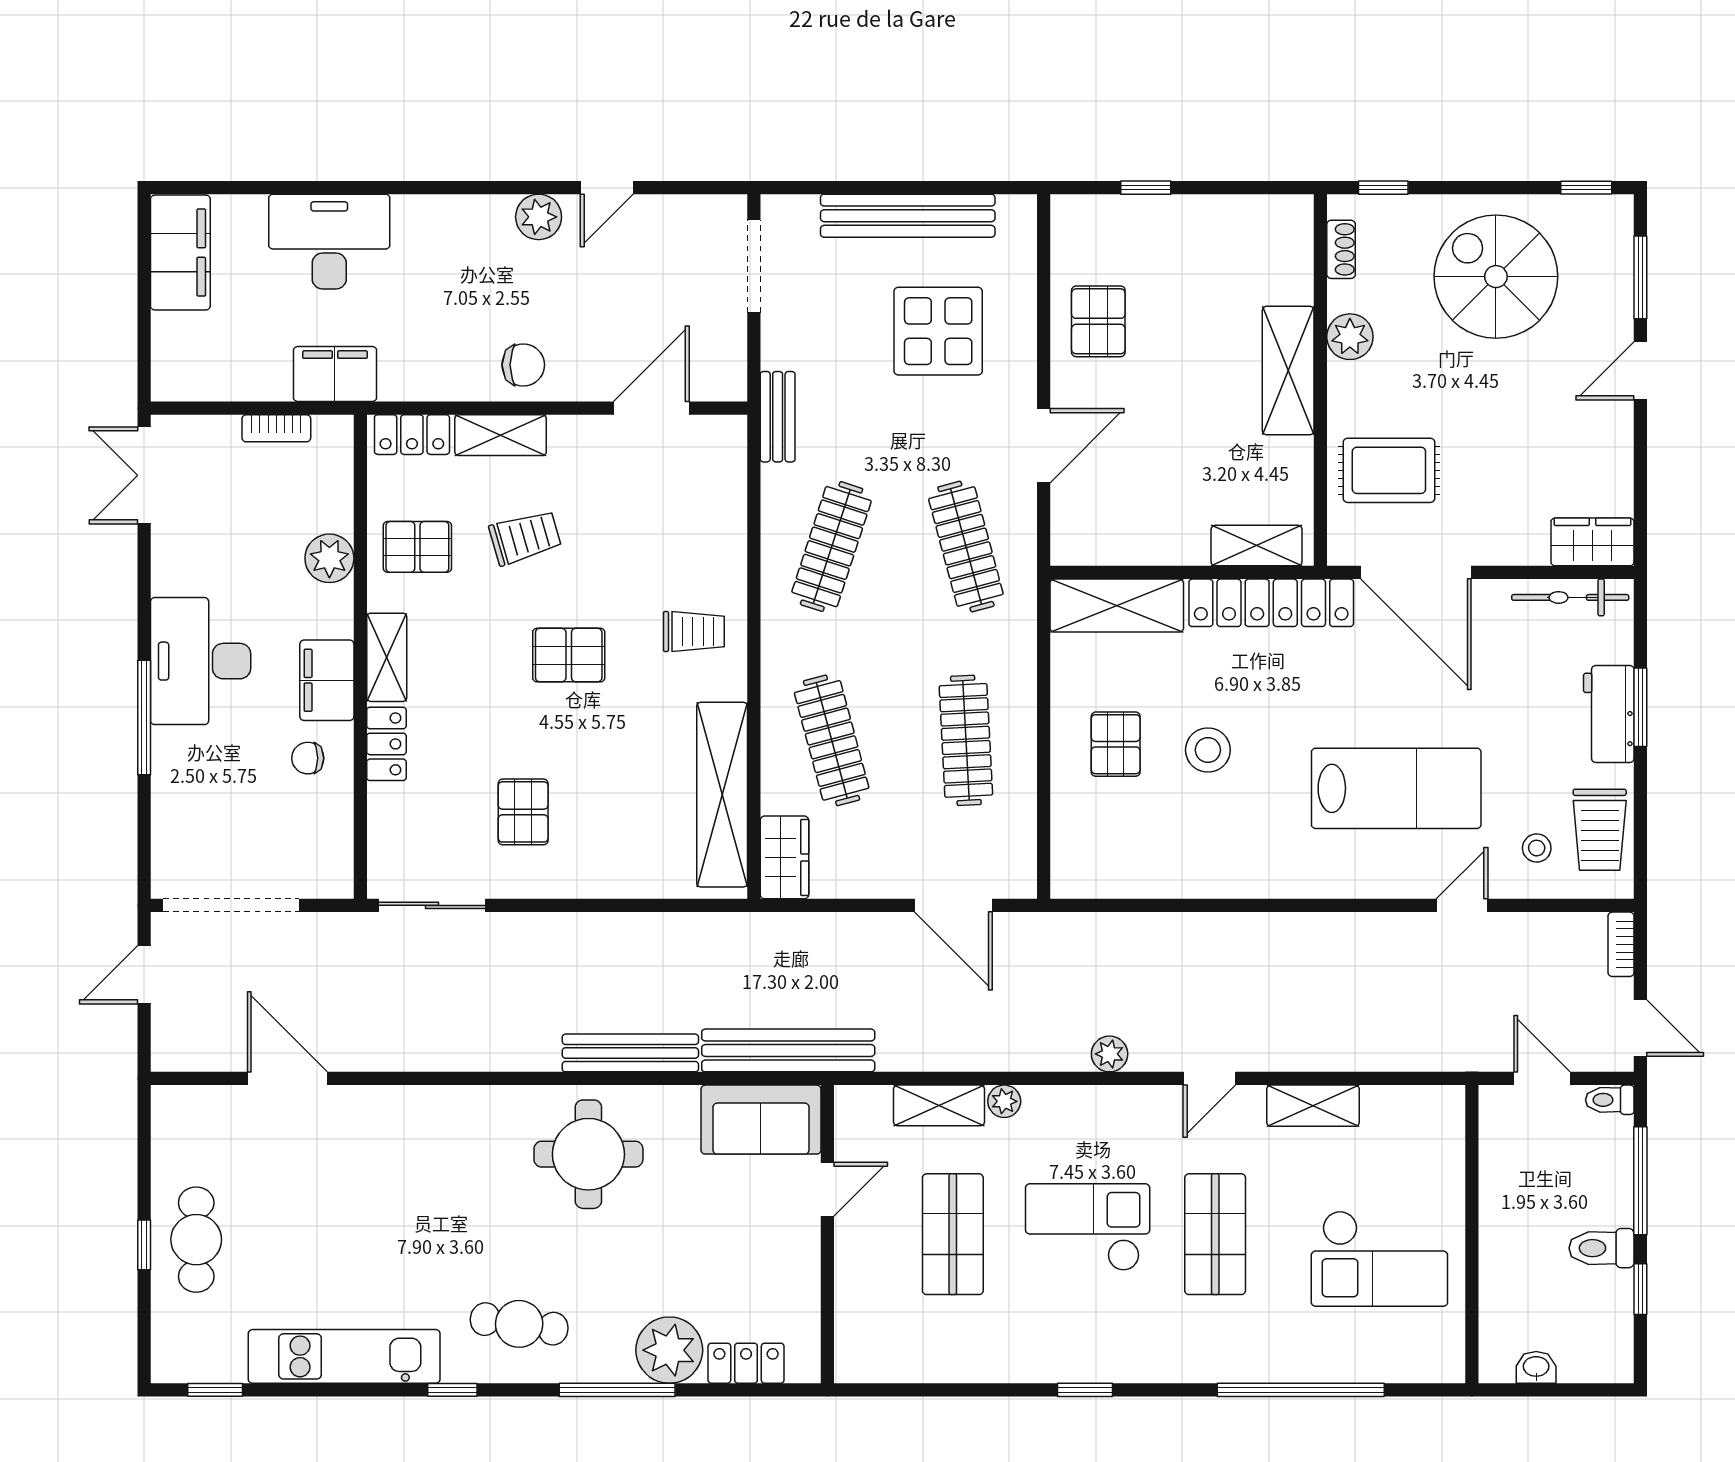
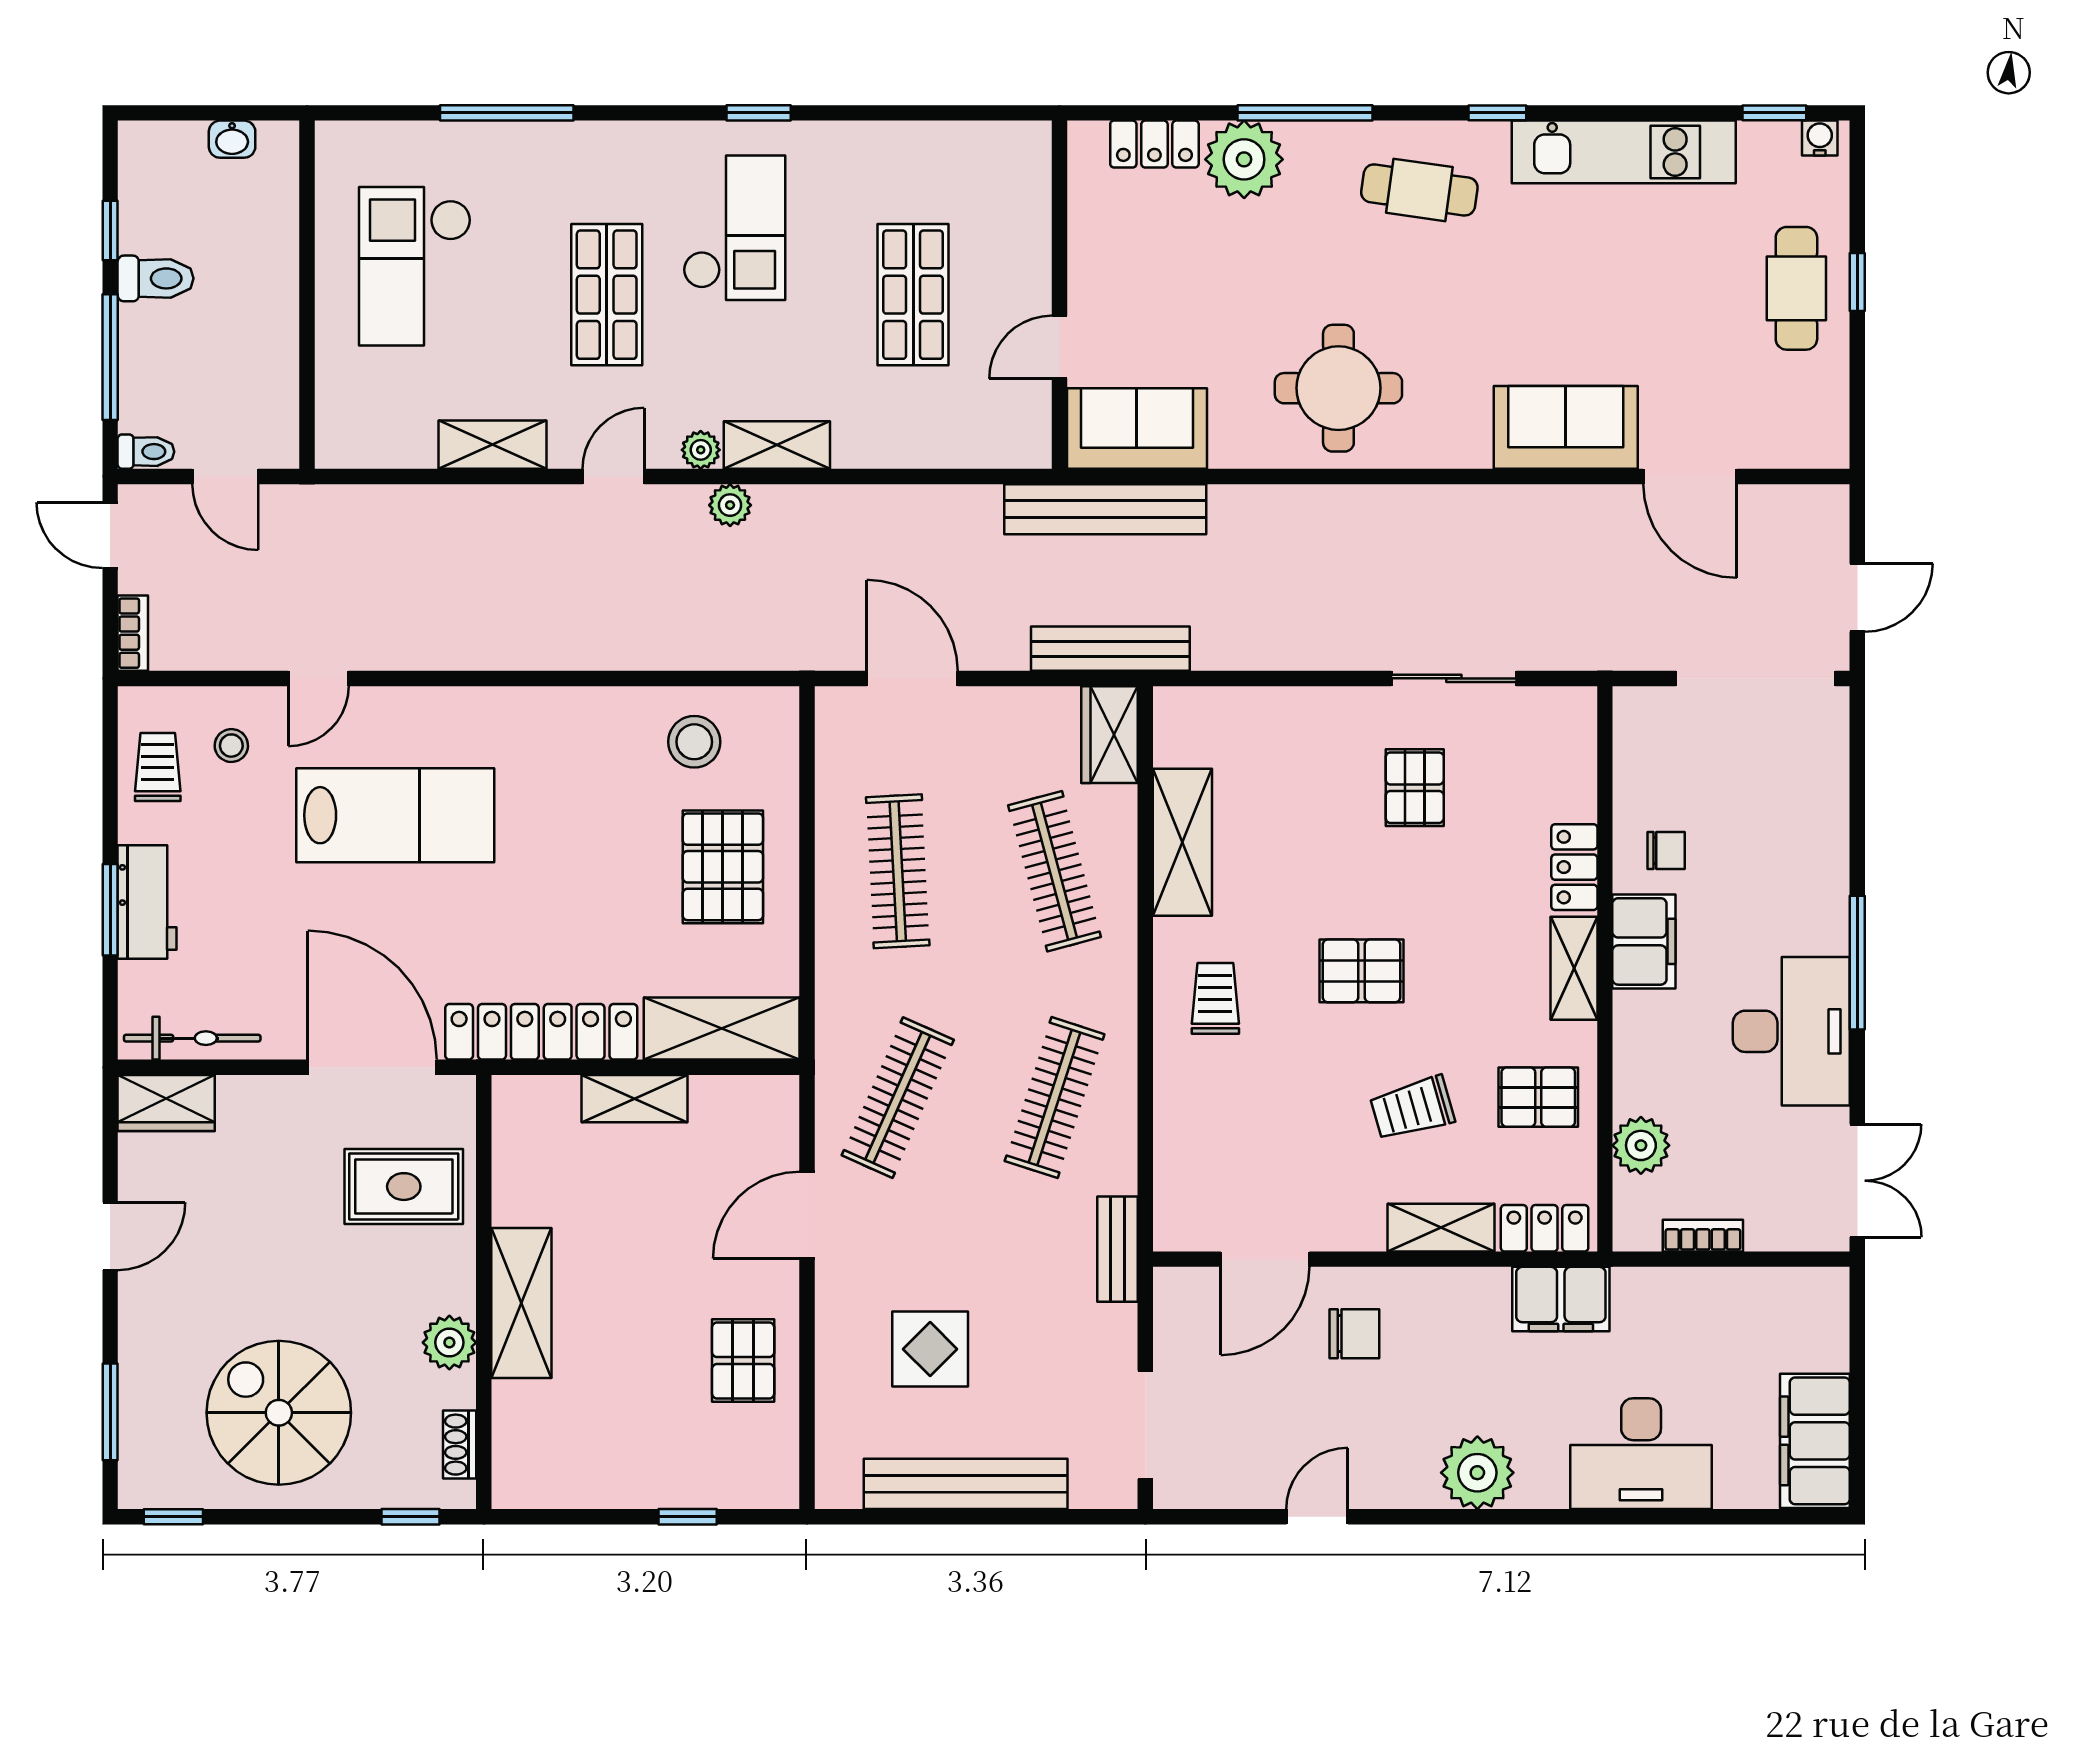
plant: (539, 217) -> (1477, 1473), moved, width x1.36, depth x1.36
spiral stairs: (1496, 277) -> (279, 1413), turned 180
display table: (938, 331) -> (930, 1349), width x0.73, depth x0.73
chair: (523, 365) -> (1354, 1334), moved, turned 180
door: (1640, 371) -> (110, 1236), moved
filing cabinet: (335, 374) -> (1561, 1299), moved
shelving: (1257, 546) -> (634, 1099), moved
clothes rail: (966, 547) -> (898, 1098), turned 39
plant: (329, 558) -> (1641, 1145), moved
trolley: (694, 632) -> (1215, 998), turned 90
desk: (201, 661) -> (1791, 1031), moved
window: (144, 717) -> (1857, 963), moved
pallet: (1116, 744) -> (723, 867), width x1.50, depth x1.42
stool: (1208, 750) -> (694, 742), moved
lab bench: (1396, 788) -> (395, 815), turned 180
shelving: (722, 795) -> (1182, 842), width x0.68
trolley: (1600, 830) -> (158, 767), width x0.73, depth x0.72
sliding door: (432, 905) -> (1454, 678), moved
bench: (630, 1053) -> (1110, 649), moved
plant: (1004, 1101) -> (701, 450), moved
shelving: (939, 1105) -> (777, 445), moved
sofa: (394, 1121) -> (1566, 427), added
checkout: (1088, 1227) -> (734, 228), moved, turned -90
checkout: (1379, 1259) -> (415, 266), turned -90
water cooler: (176, 1368) -> (1820, 138), added
window: (1301, 1390) -> (507, 113), width x0.68

